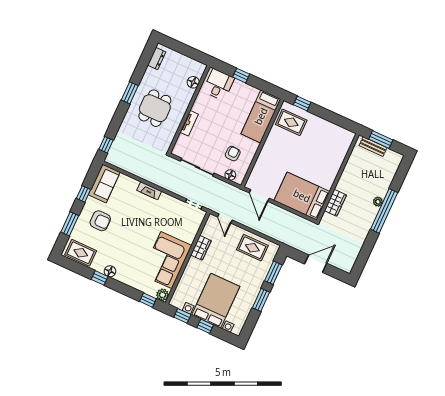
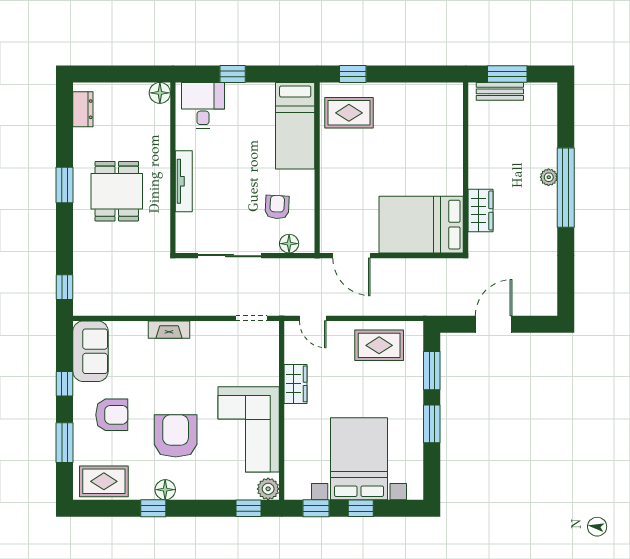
floor lamp: (193, 82) -> (160, 93), moved
tv unit: (189, 123) -> (184, 181), width x1.41
armchair: (128, 246) -> (176, 436), added

